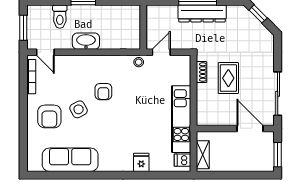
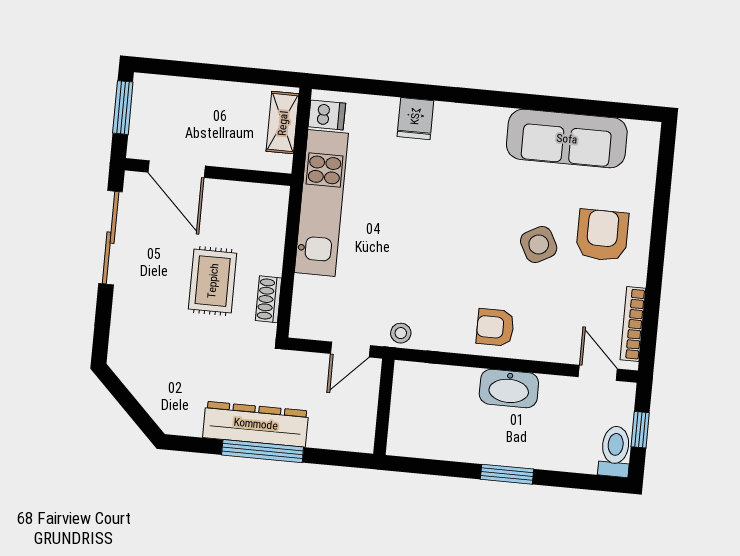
window: (258, 14) -> (136, 412), removed
toilet: (60, 17) -> (615, 451), moved
window: (23, 28) -> (640, 430), width x0.67
armchair: (103, 92) -> (495, 327), moved, turned -90

